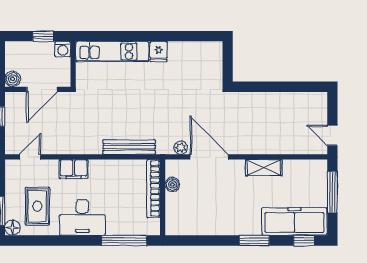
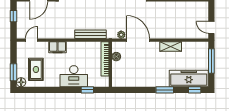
desk: (82, 218) -> (74, 76), moved
window: (124, 240) -> (87, 90), width x0.46

